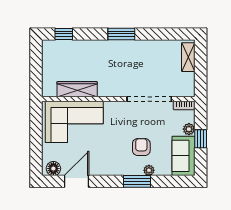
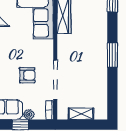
shelving: (188, 57) -> (81, 114), moved
armchair: (141, 147) -> (27, 75), moved

